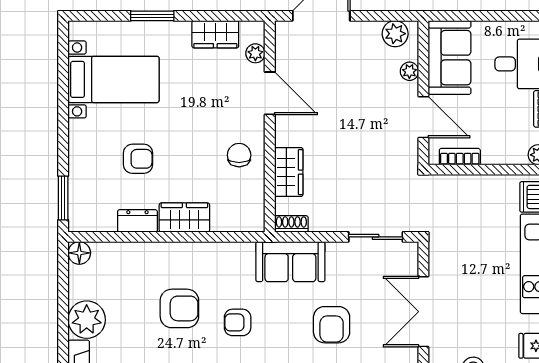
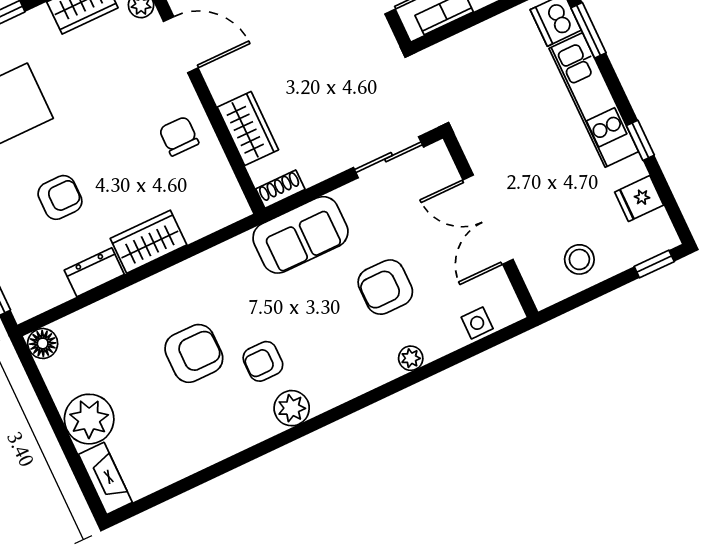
armchair: (238, 322) -> (263, 361), moved
armchair: (332, 325) -> (385, 287), turned 90

